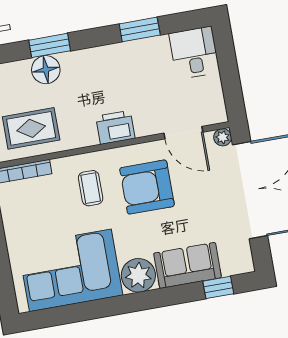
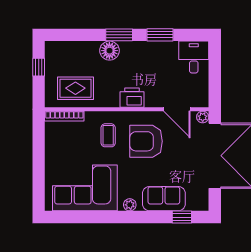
window: (50, 45) -> (119, 35), moved
floor lamp: (46, 70) -> (109, 51), moved
plant: (138, 275) -> (130, 205), width x0.53, depth x0.53

